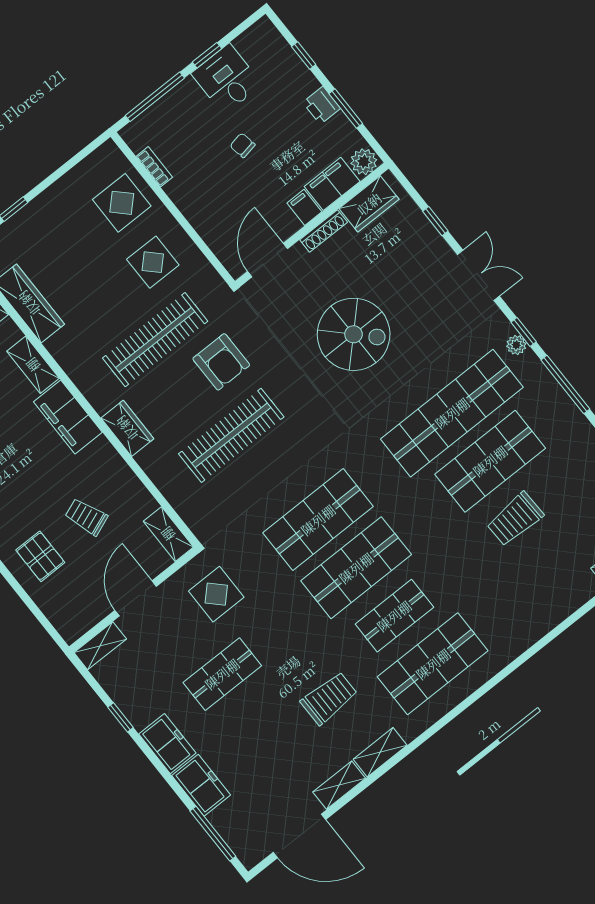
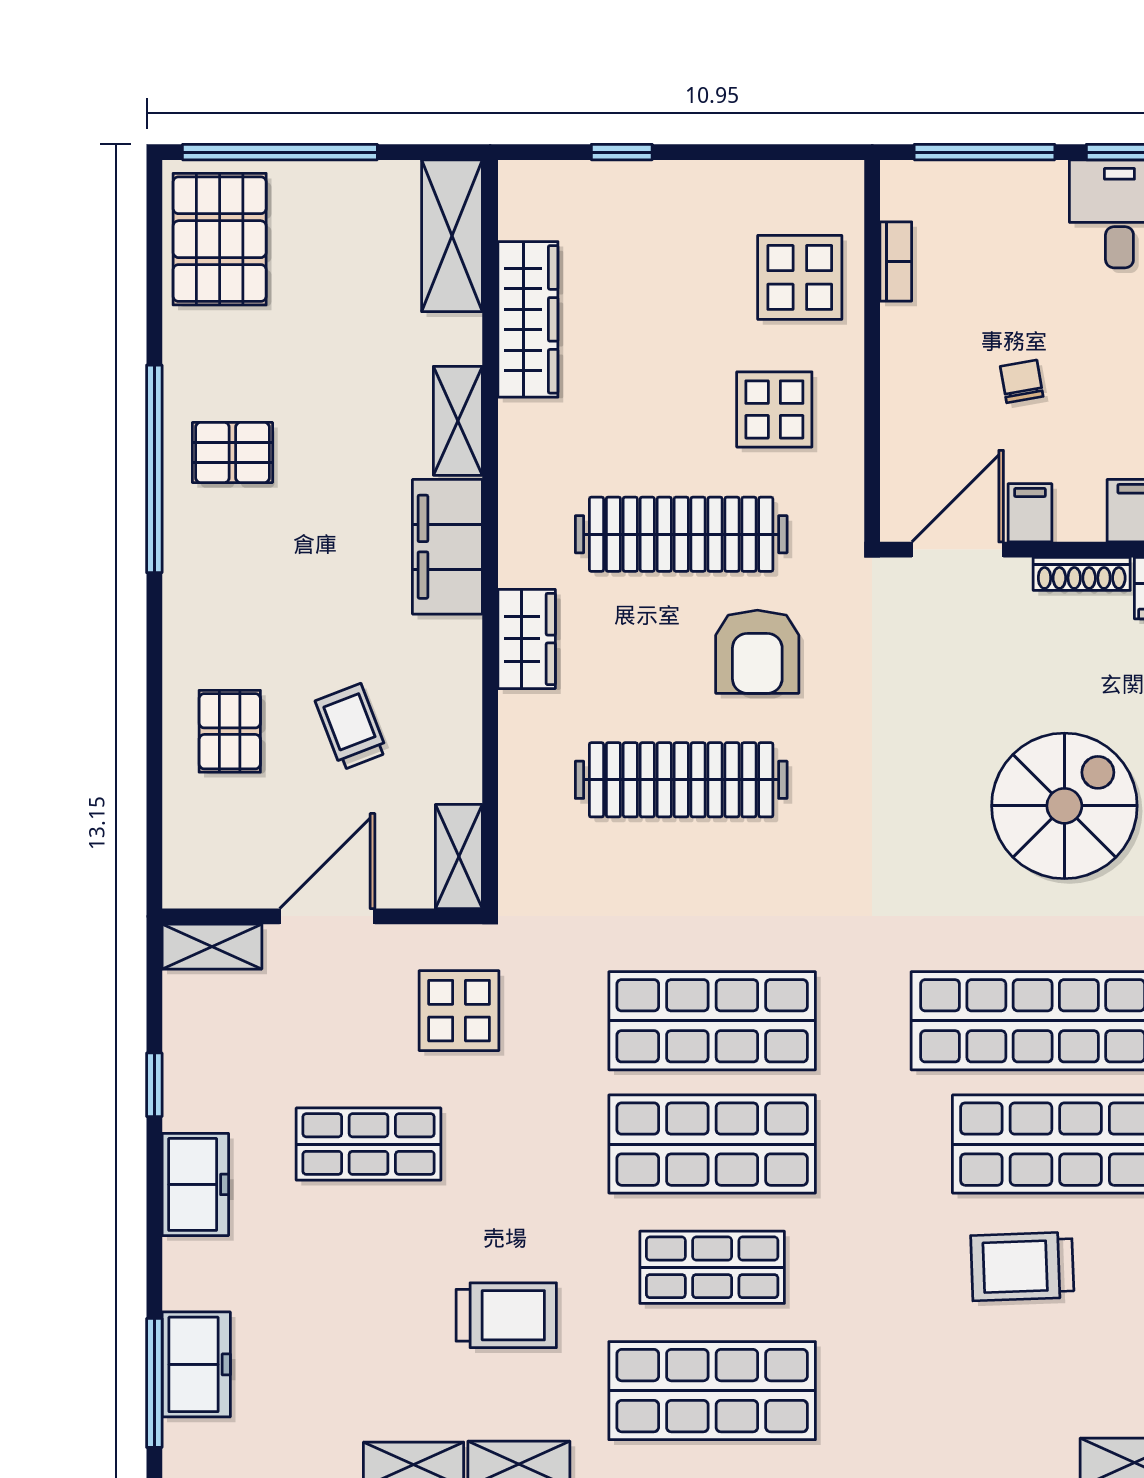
chair: (243, 145) -> (1022, 381), moved
filing cabinet: (304, 207) -> (1030, 513), moved
spiral stairs: (354, 334) -> (1064, 806), moved, turned -90
freezer: (201, 785) -> (196, 1364), moved

